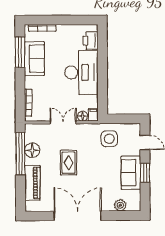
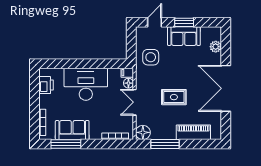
printer: (90, 41) -> (46, 85), moved, turned -90
floor lamp: (32, 150) -> (143, 132), moved
window: (20, 154) -> (165, 144), width x0.68

